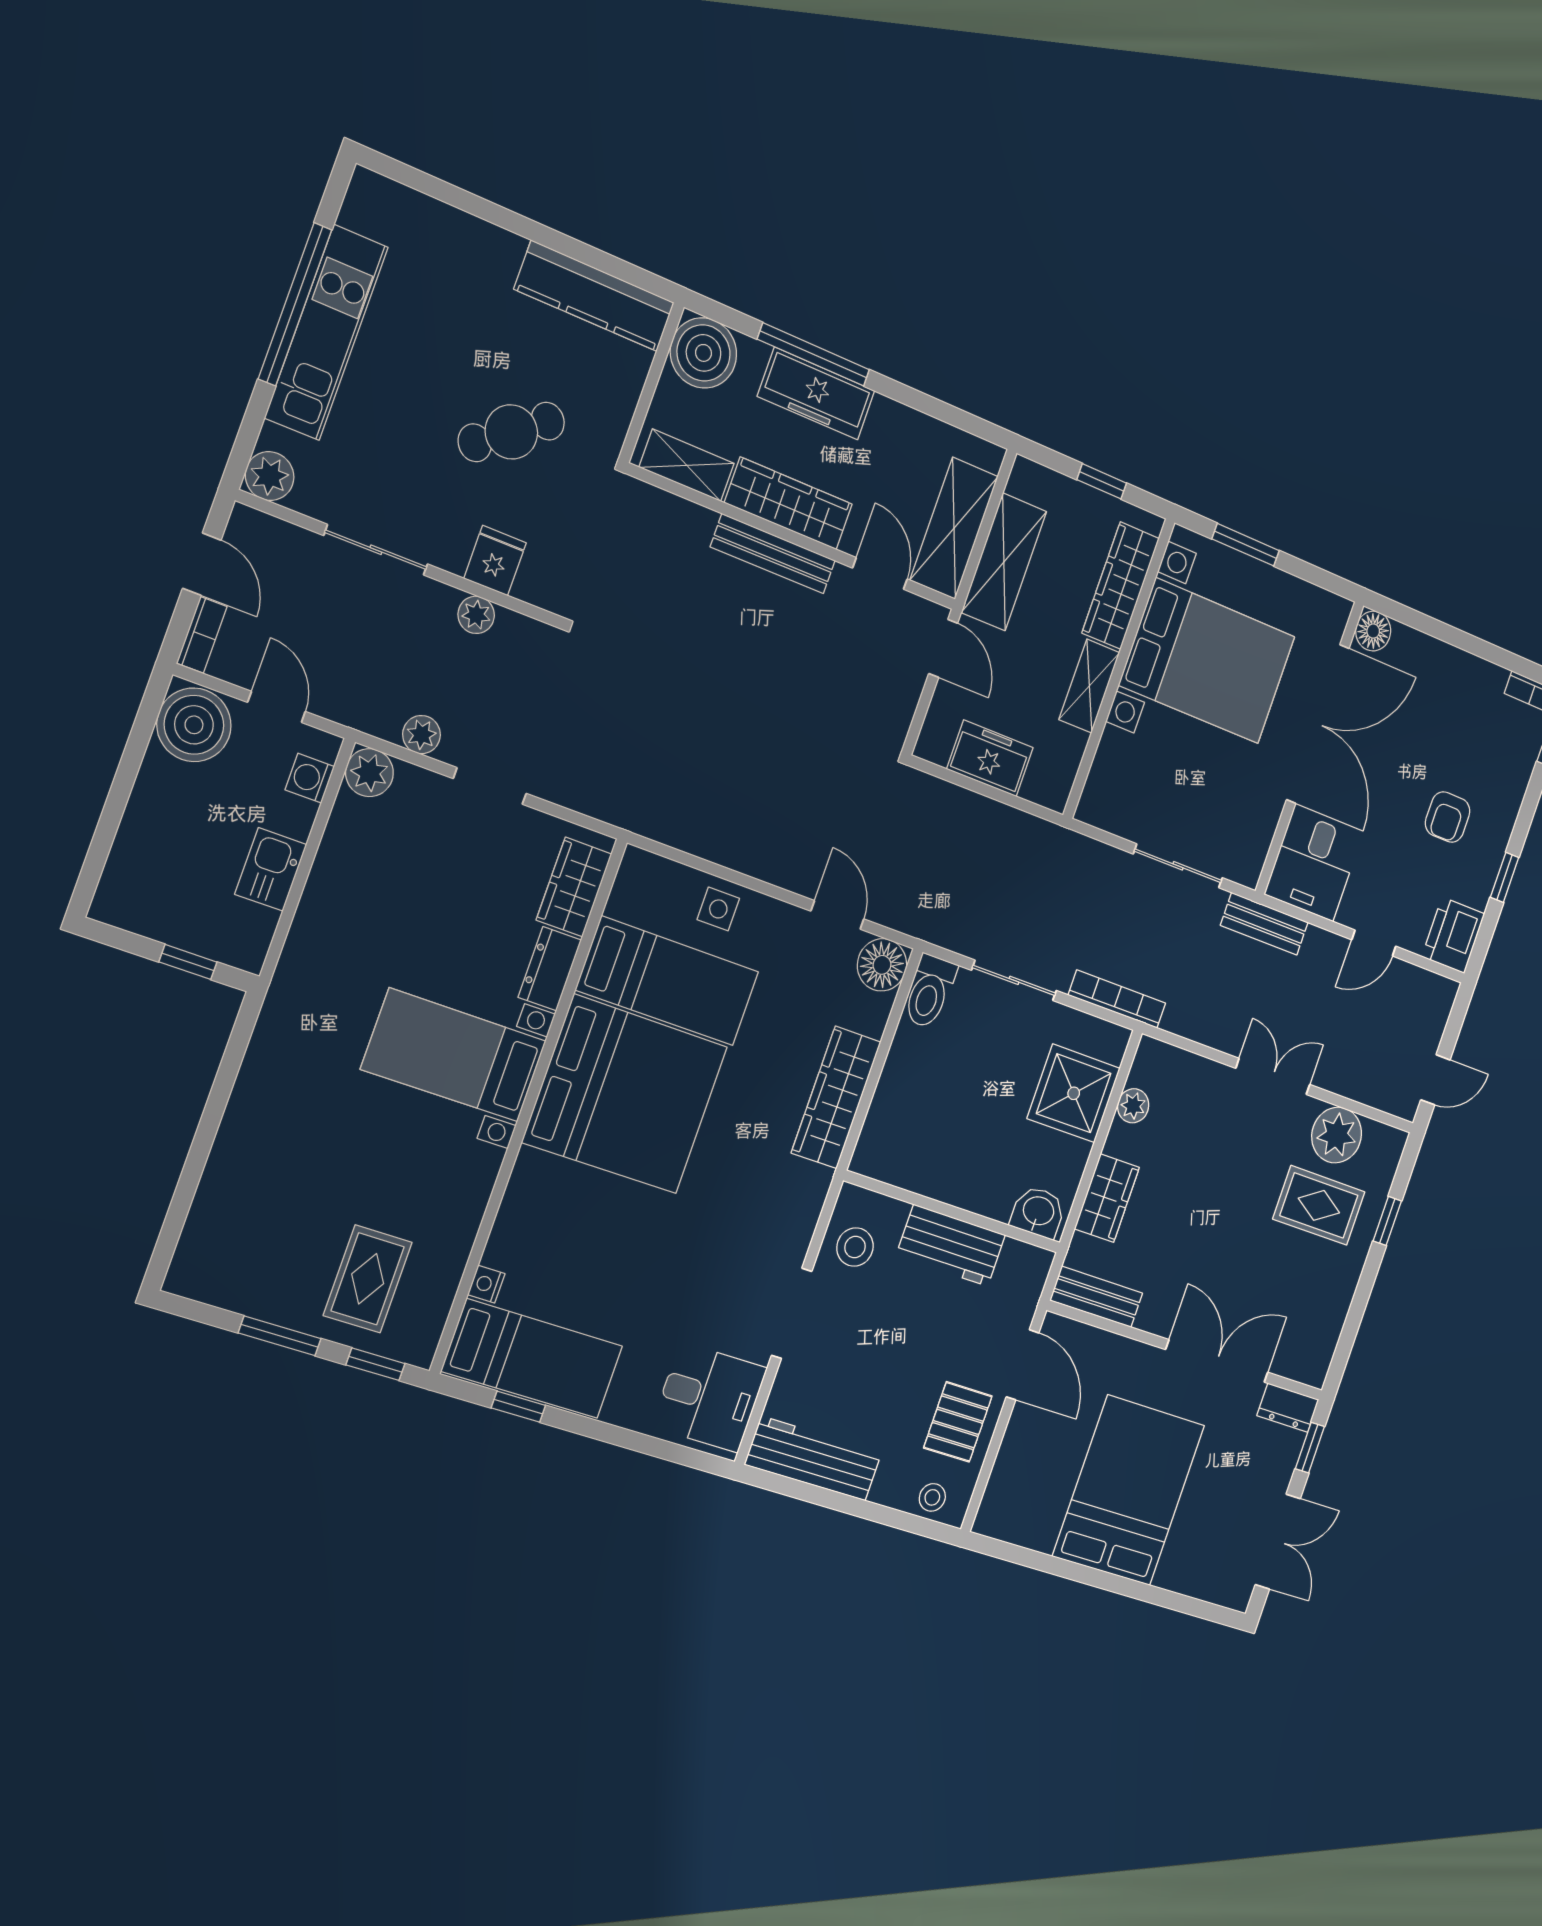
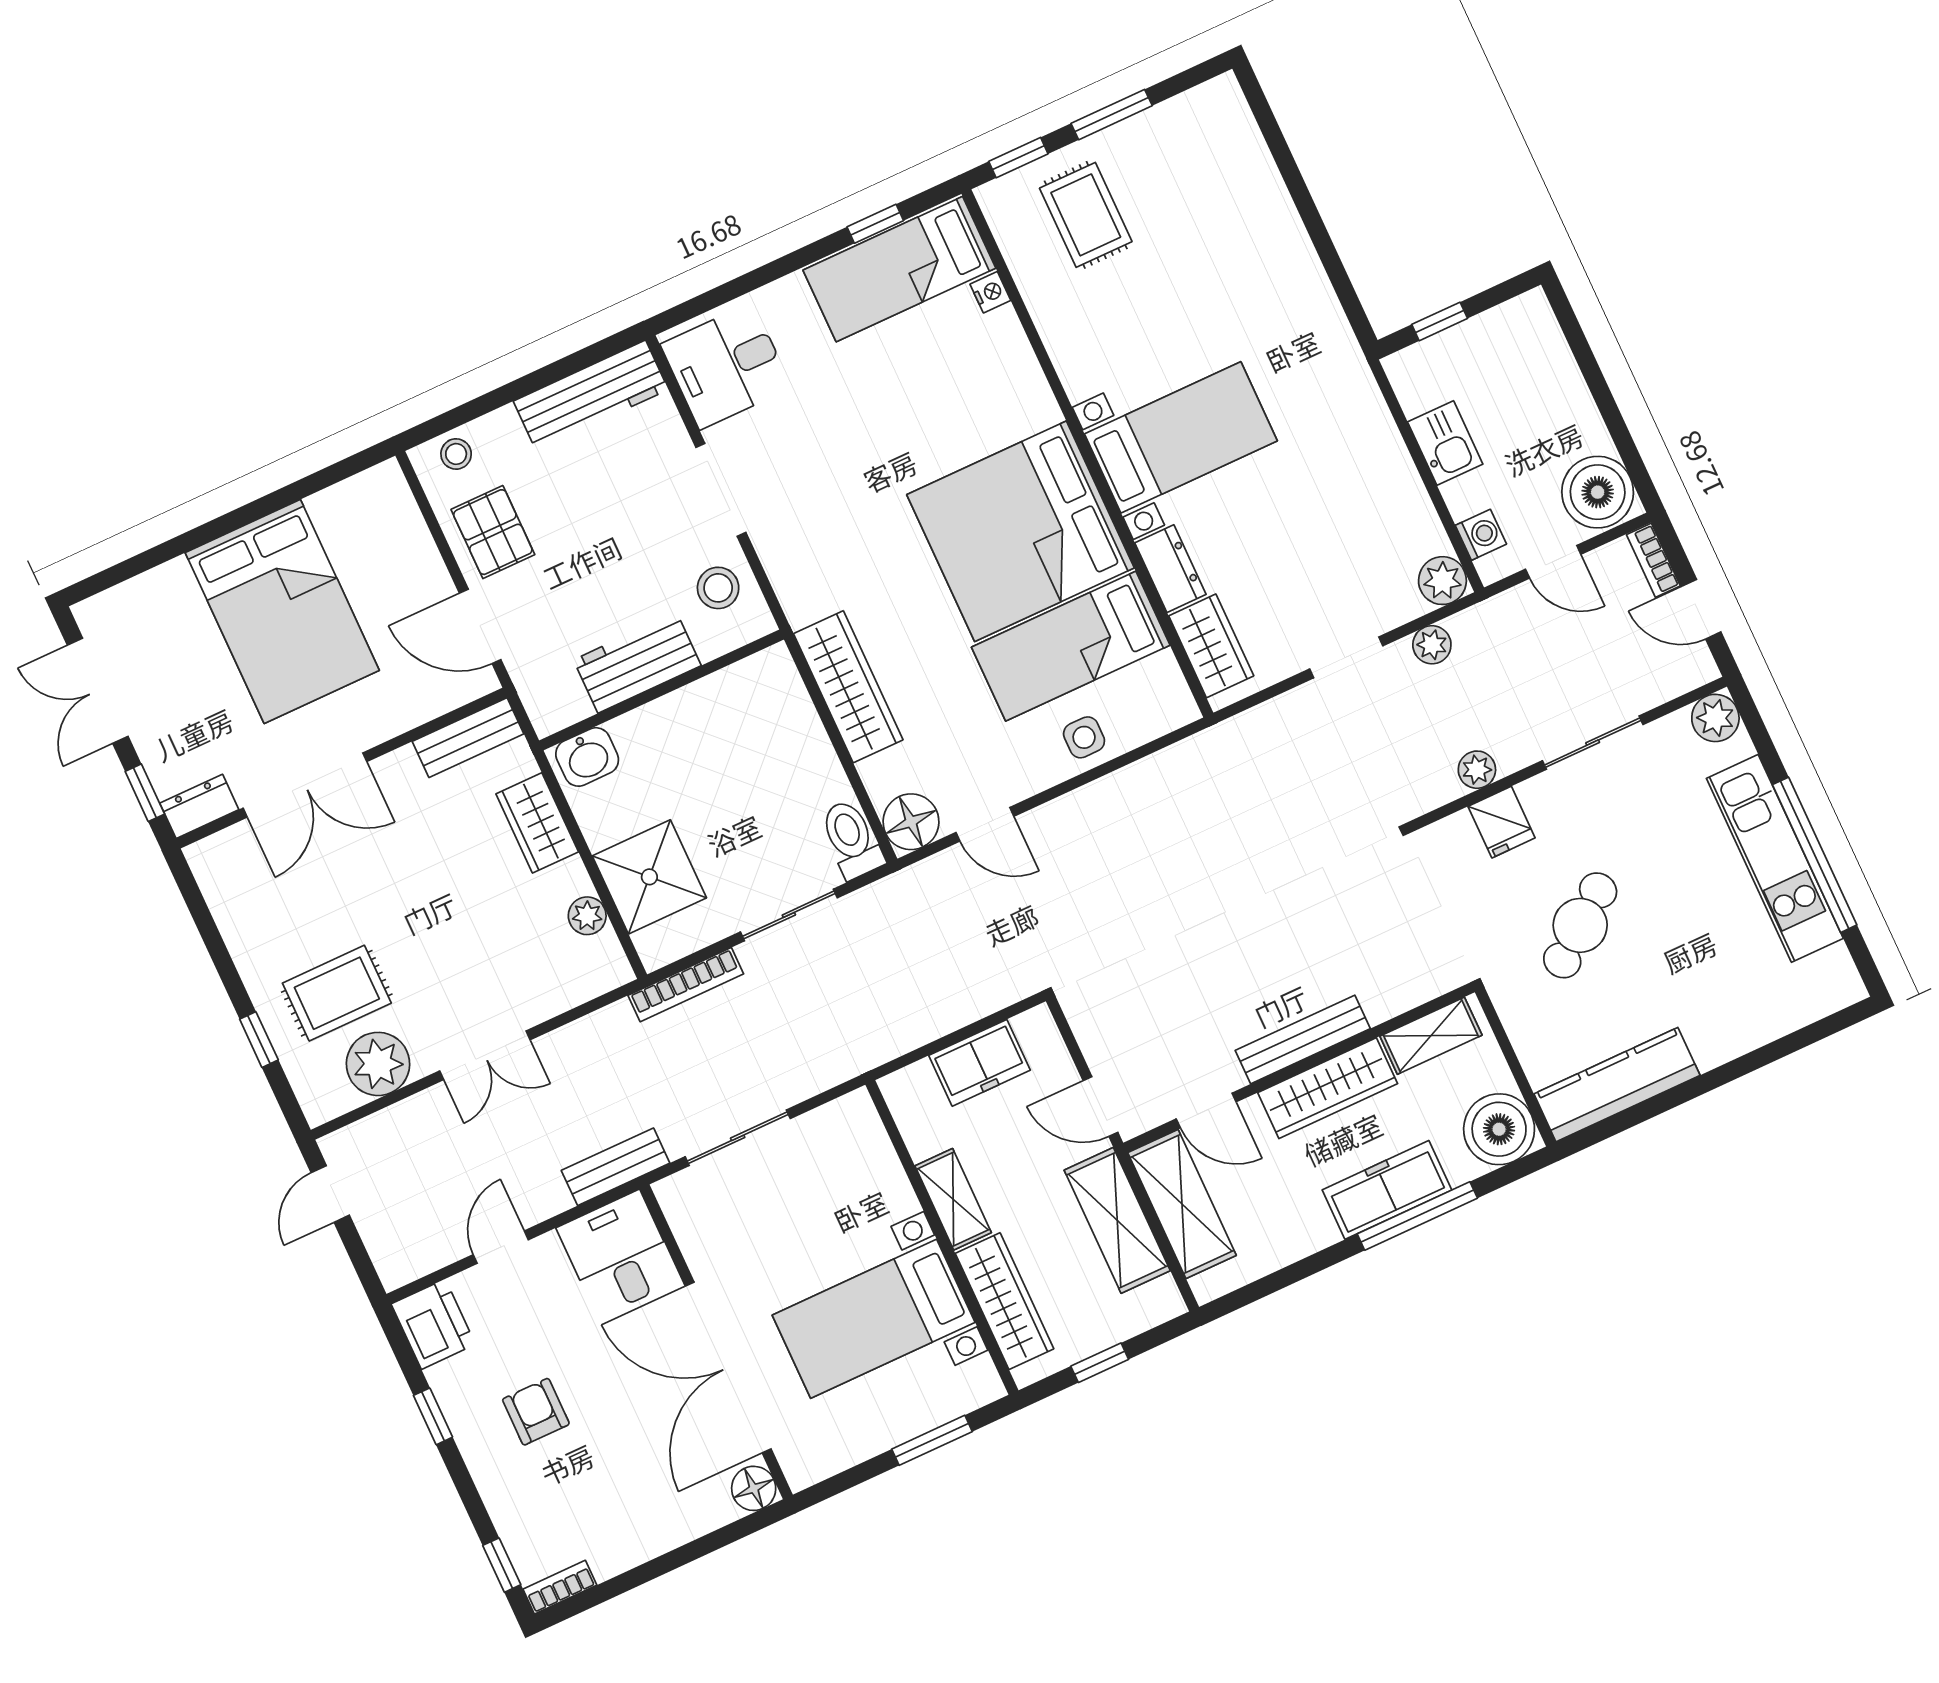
bed with nightstands: (1207, 661) -> (874, 1319), width x0.73

